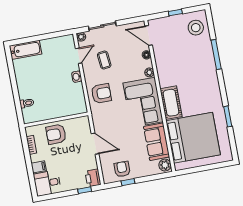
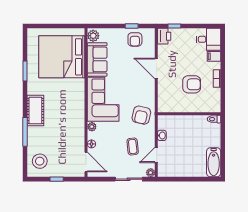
bathtub: (25, 50) -> (214, 162), moved, turned -90
armchair: (101, 93) -> (141, 115), turned -77
cot: (171, 103) -> (35, 111), moved
wall: (56, 120) -> (189, 114), moved

